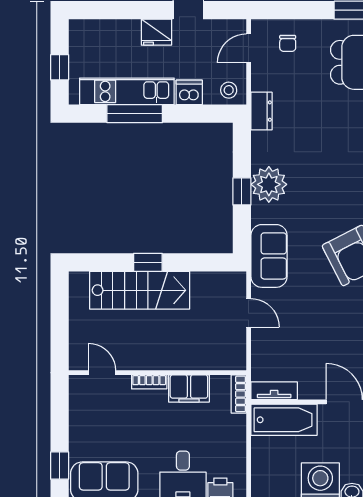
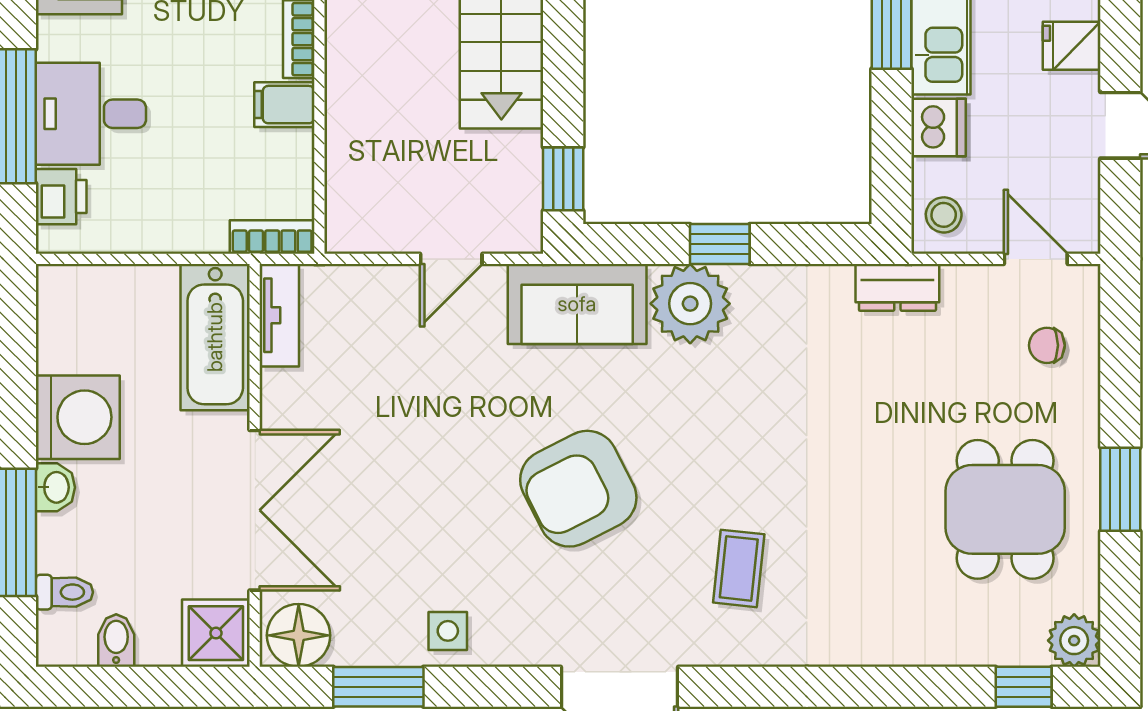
fridge: (156, 32) -> (1072, 46), width x0.72
plant: (269, 184) -> (690, 304), moved
window: (148, 262) -> (563, 179), moved
filing cabinet: (189, 388) -> (284, 105), width x0.50

